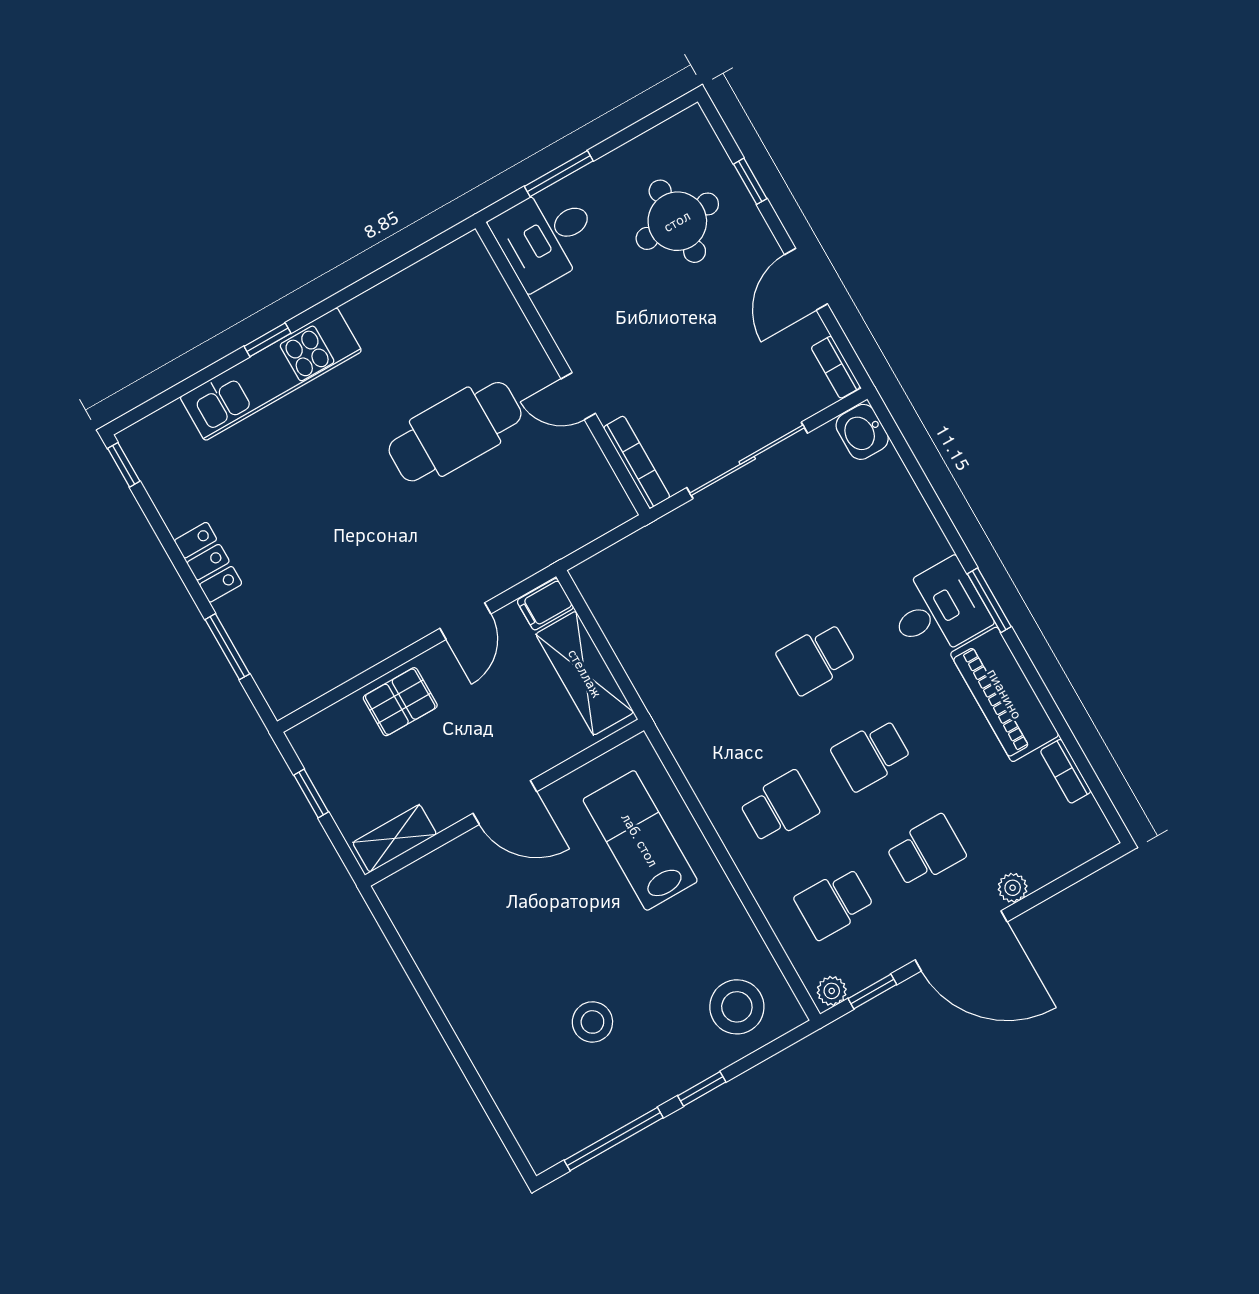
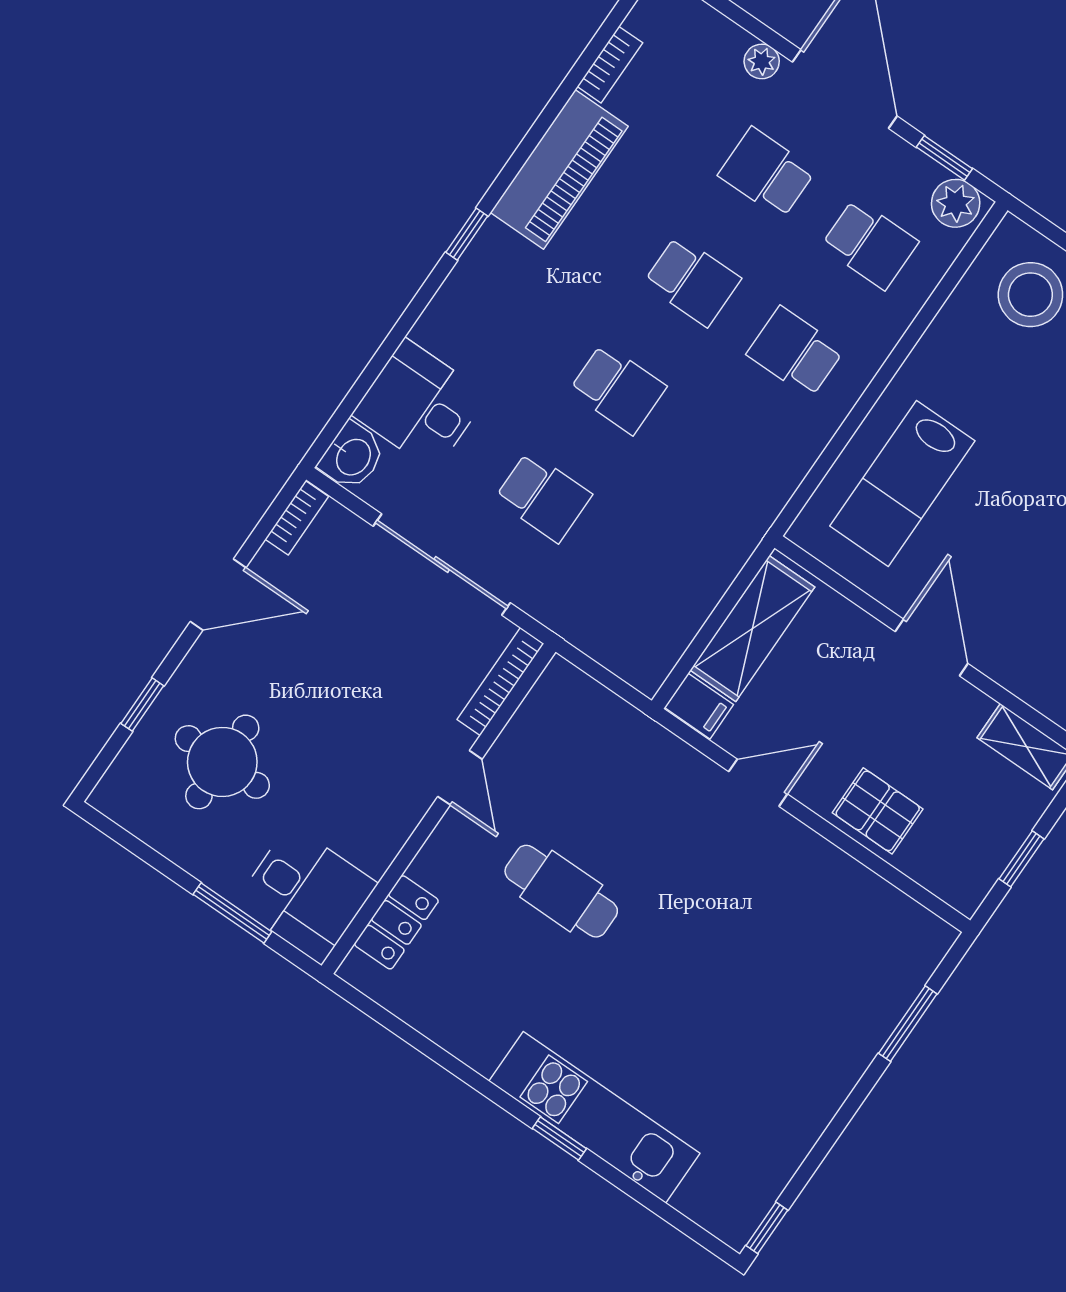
cafe table: (455, 432) -> (561, 891), width x0.73, depth x0.74
locker: (208, 562) -> (396, 922), moved, turned 180
school desk: (761, 562) -> (543, 497), added
window: (989, 600) -> (467, 234), width x0.67
desk: (938, 610) -> (420, 405), moved
plant: (832, 991) -> (956, 203), width x1.38, depth x1.38

